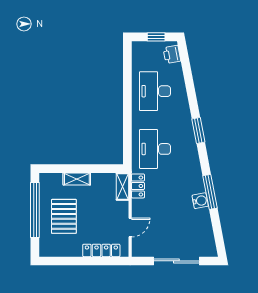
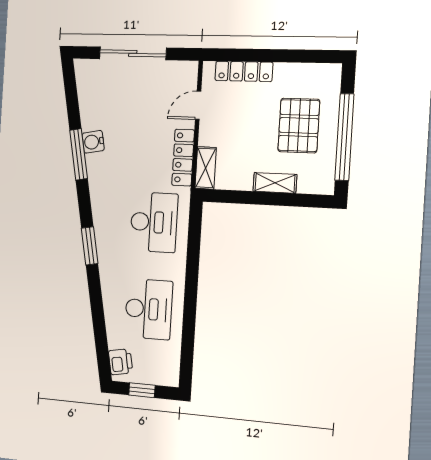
locker: (138, 186) -> (183, 158), width x1.53

